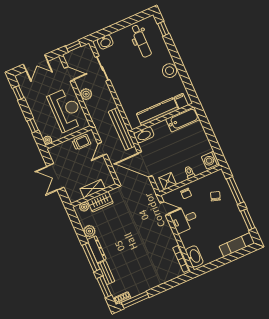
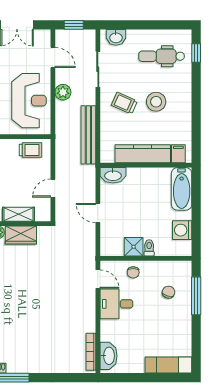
dental chair: (141, 41) -> (162, 56), turned 90
stool: (170, 71) -> (156, 102), moved
trolley: (130, 83) -> (124, 103), added
bathtub: (183, 119) -> (182, 189), moved, turned 90
bench: (122, 129) -> (88, 135), moved
door: (102, 149) -> (53, 188), moved
washing machine: (210, 160) -> (182, 230), moved
door: (145, 164) -> (98, 213), width x0.53
shower: (168, 181) -> (134, 247), moved
window: (248, 220) -> (196, 339), removed

